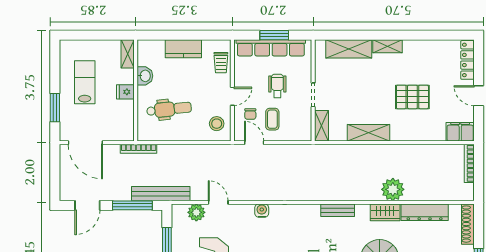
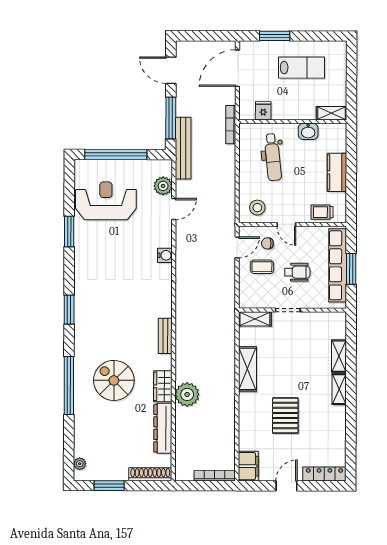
shelving: (349, 49) -> (339, 356), width x0.67, depth x0.75
fridge: (125, 92) -> (263, 111), moved

